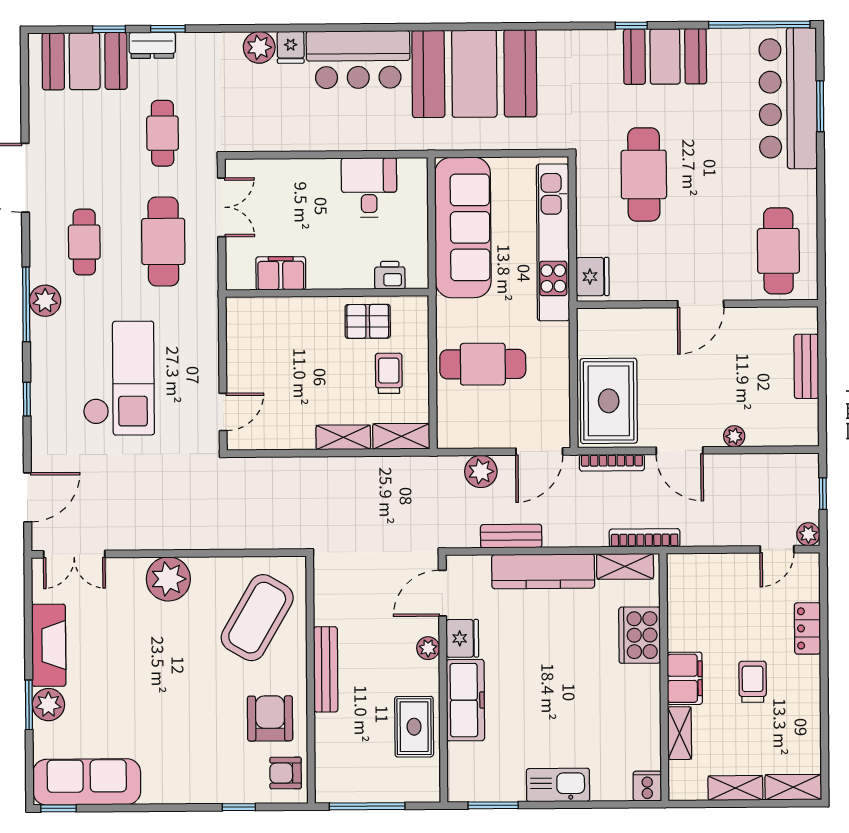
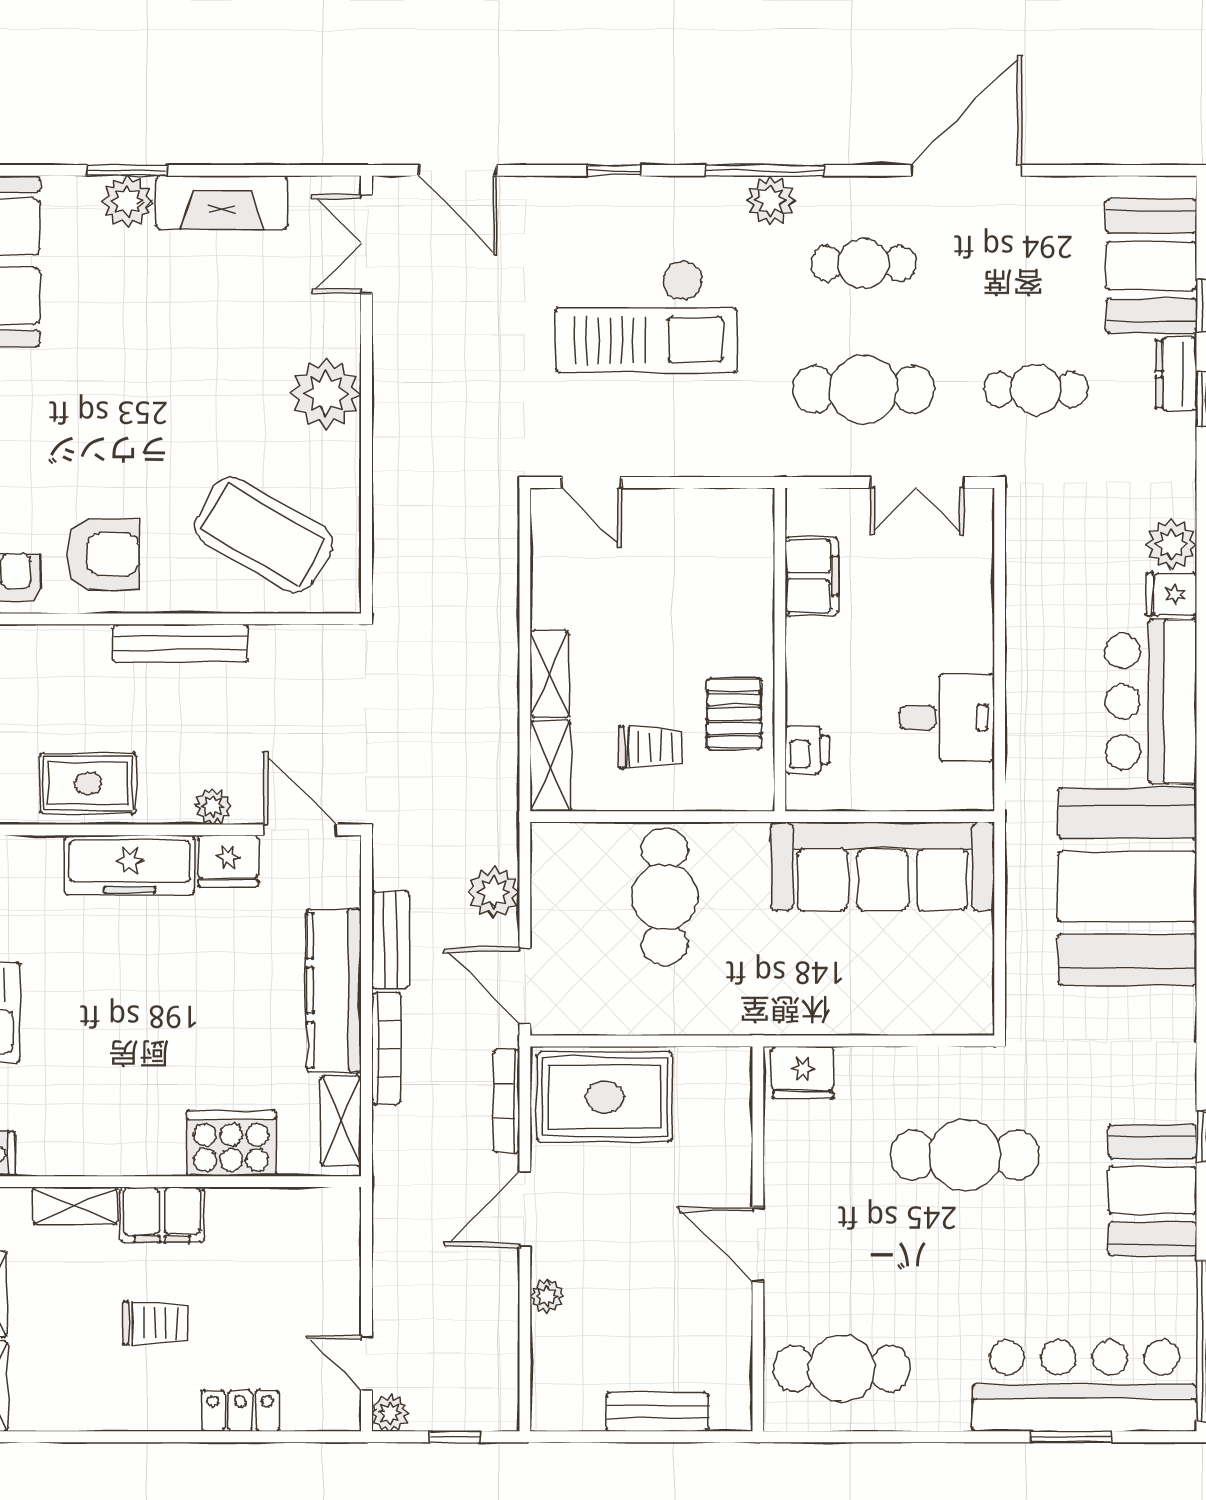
kitchen unit: (553, 242) -> (858, 1010), removed
bookcase: (645, 538) -> (386, 1048), moved

